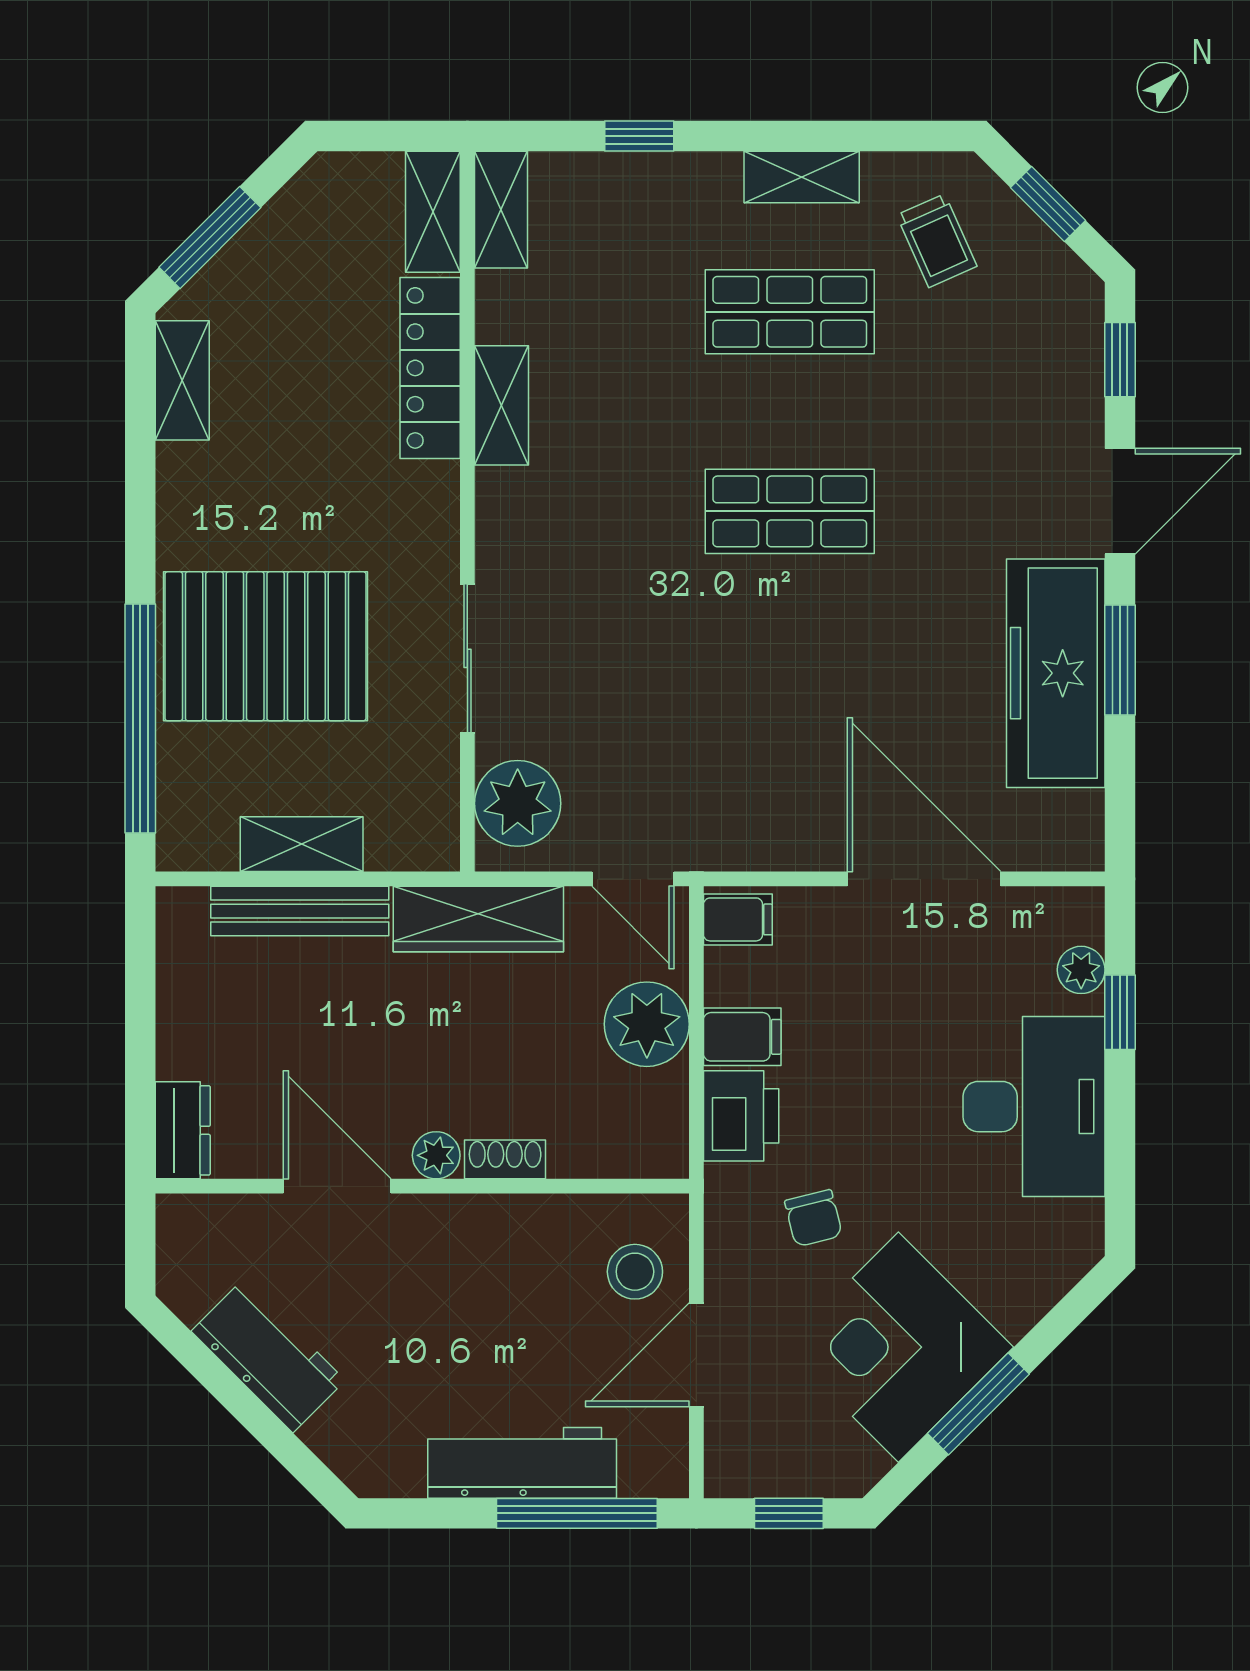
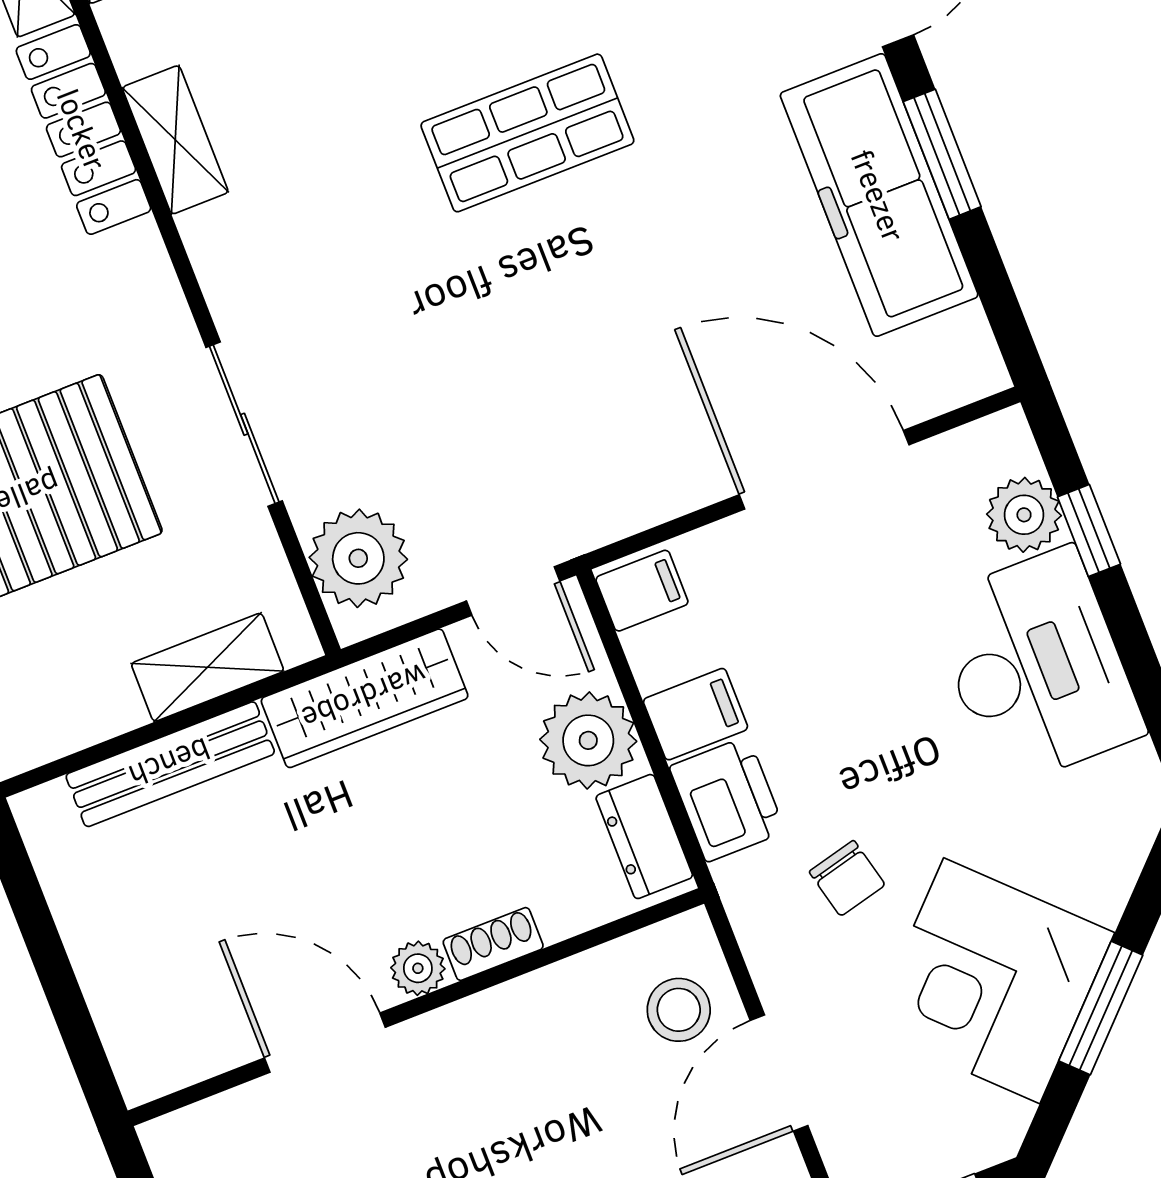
shelving: (302, 844) -> (207, 667), moved
plant: (1081, 970) -> (1024, 515), width x1.38, depth x1.38
dresser: (183, 1130) -> (644, 837), moved, turned 180

